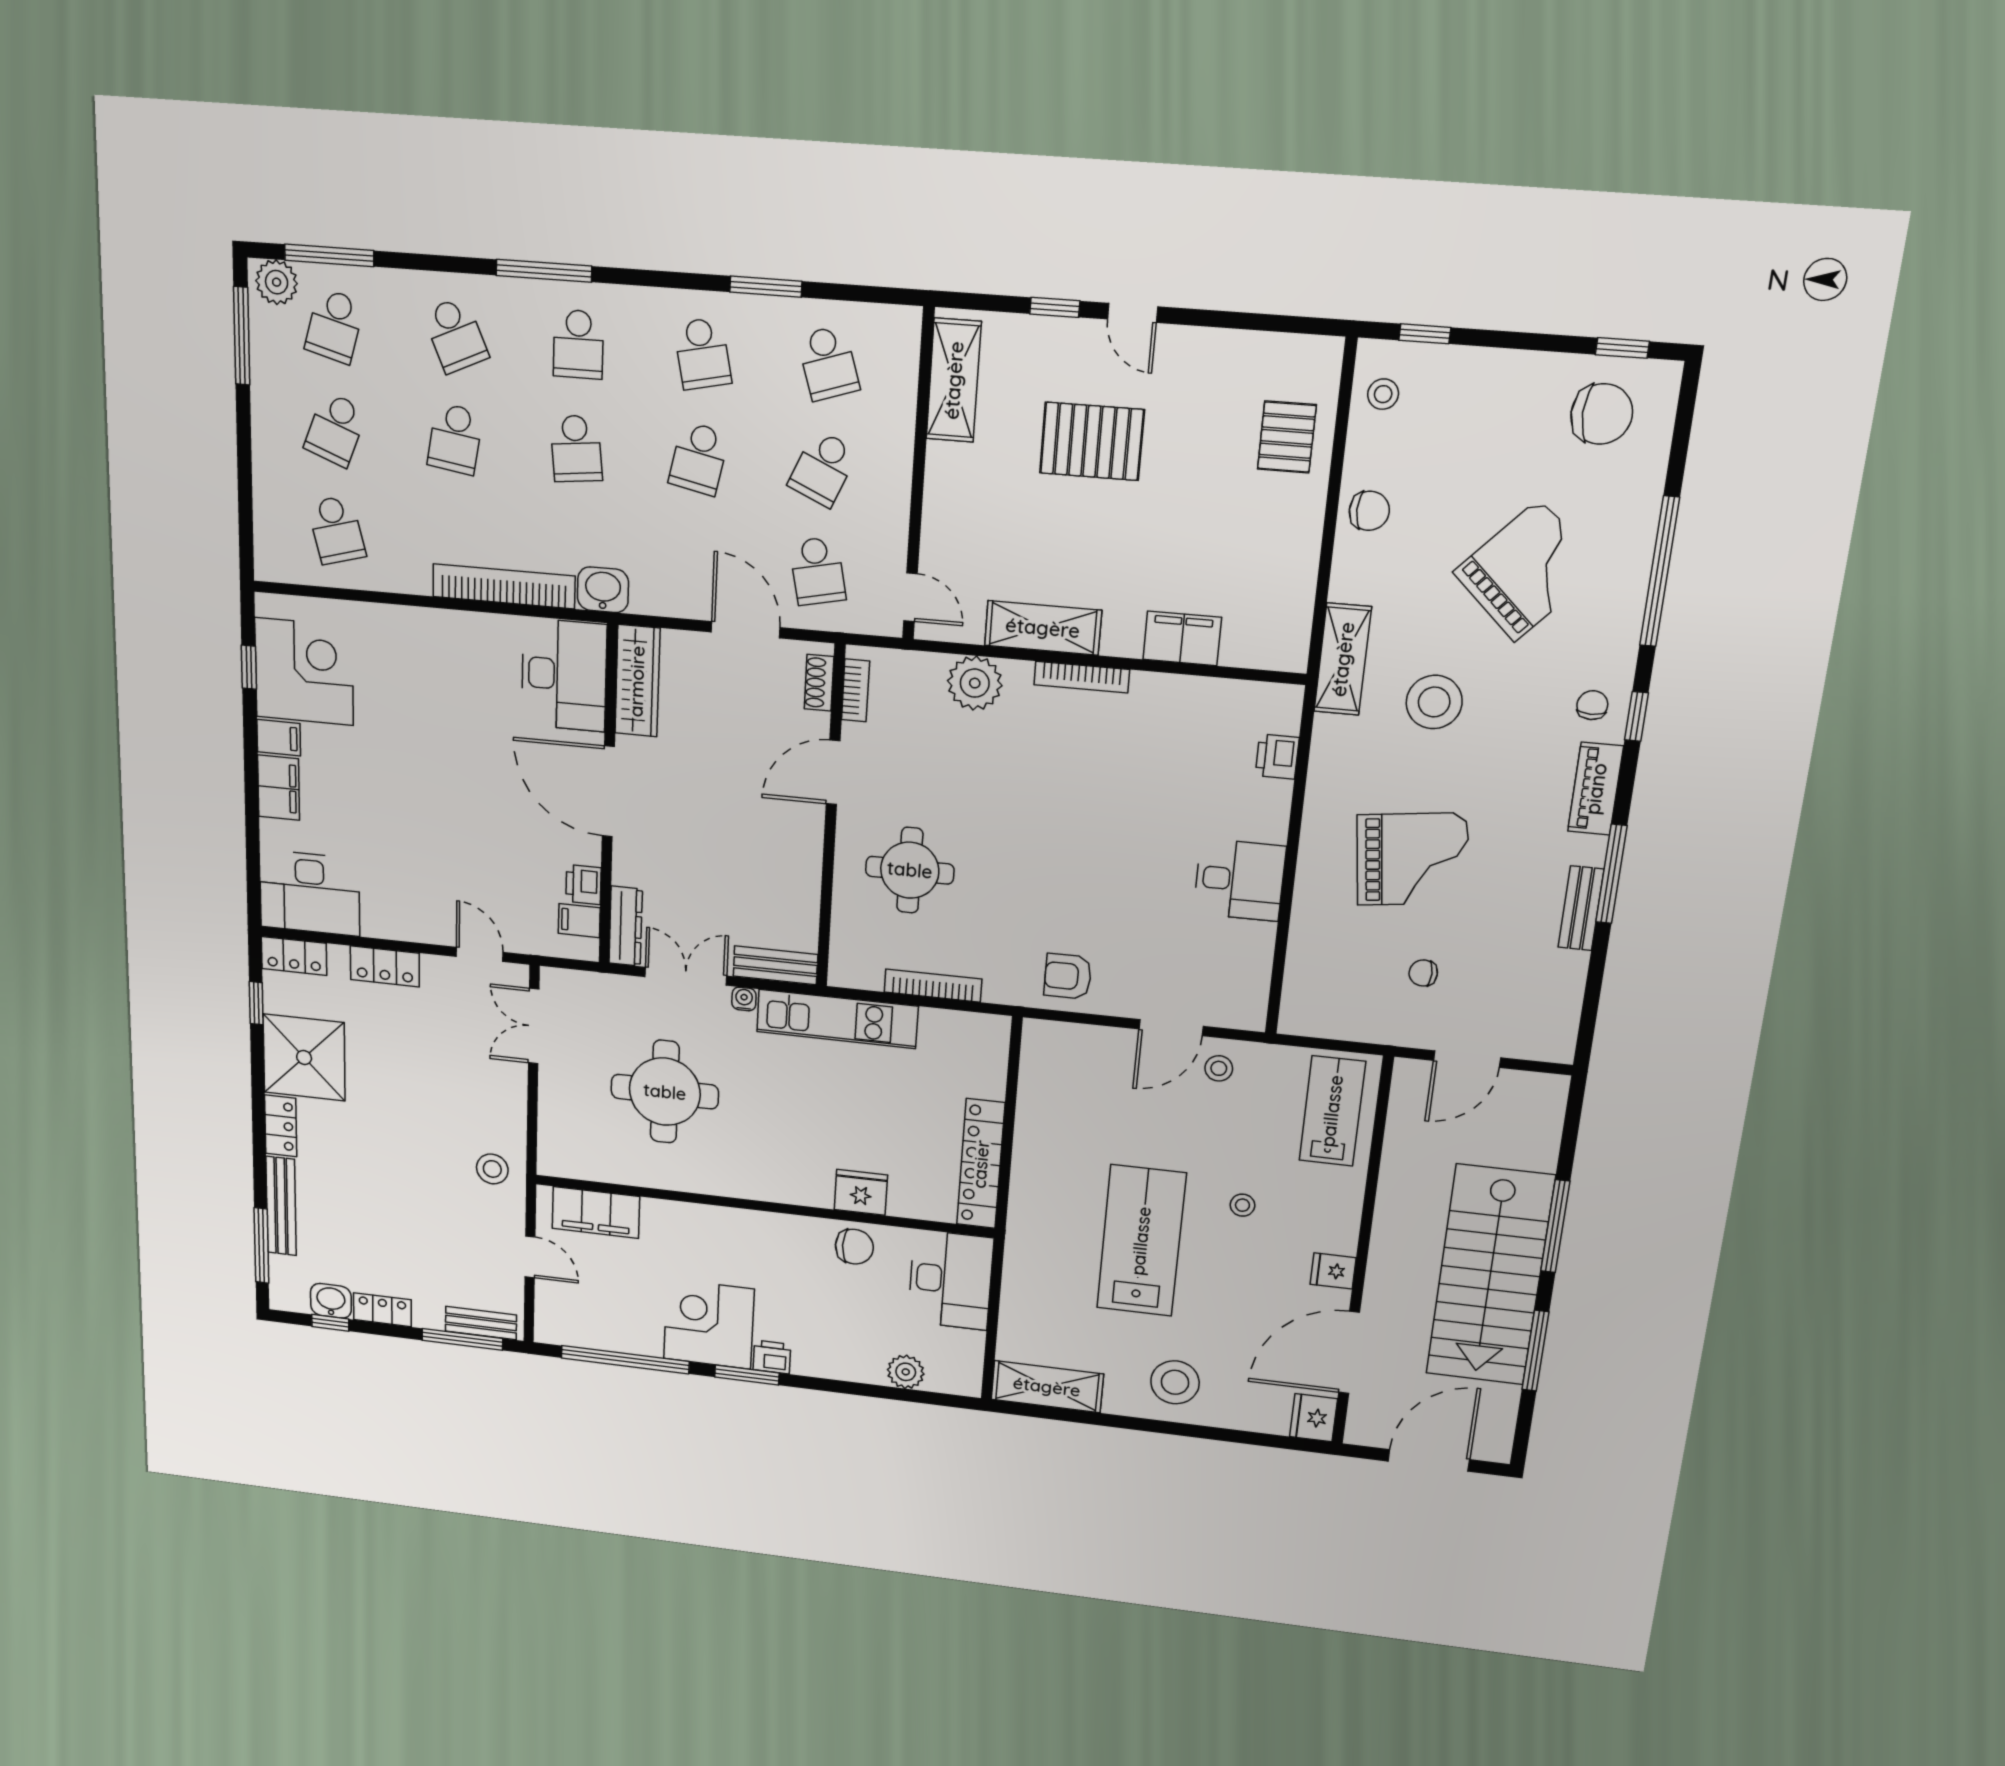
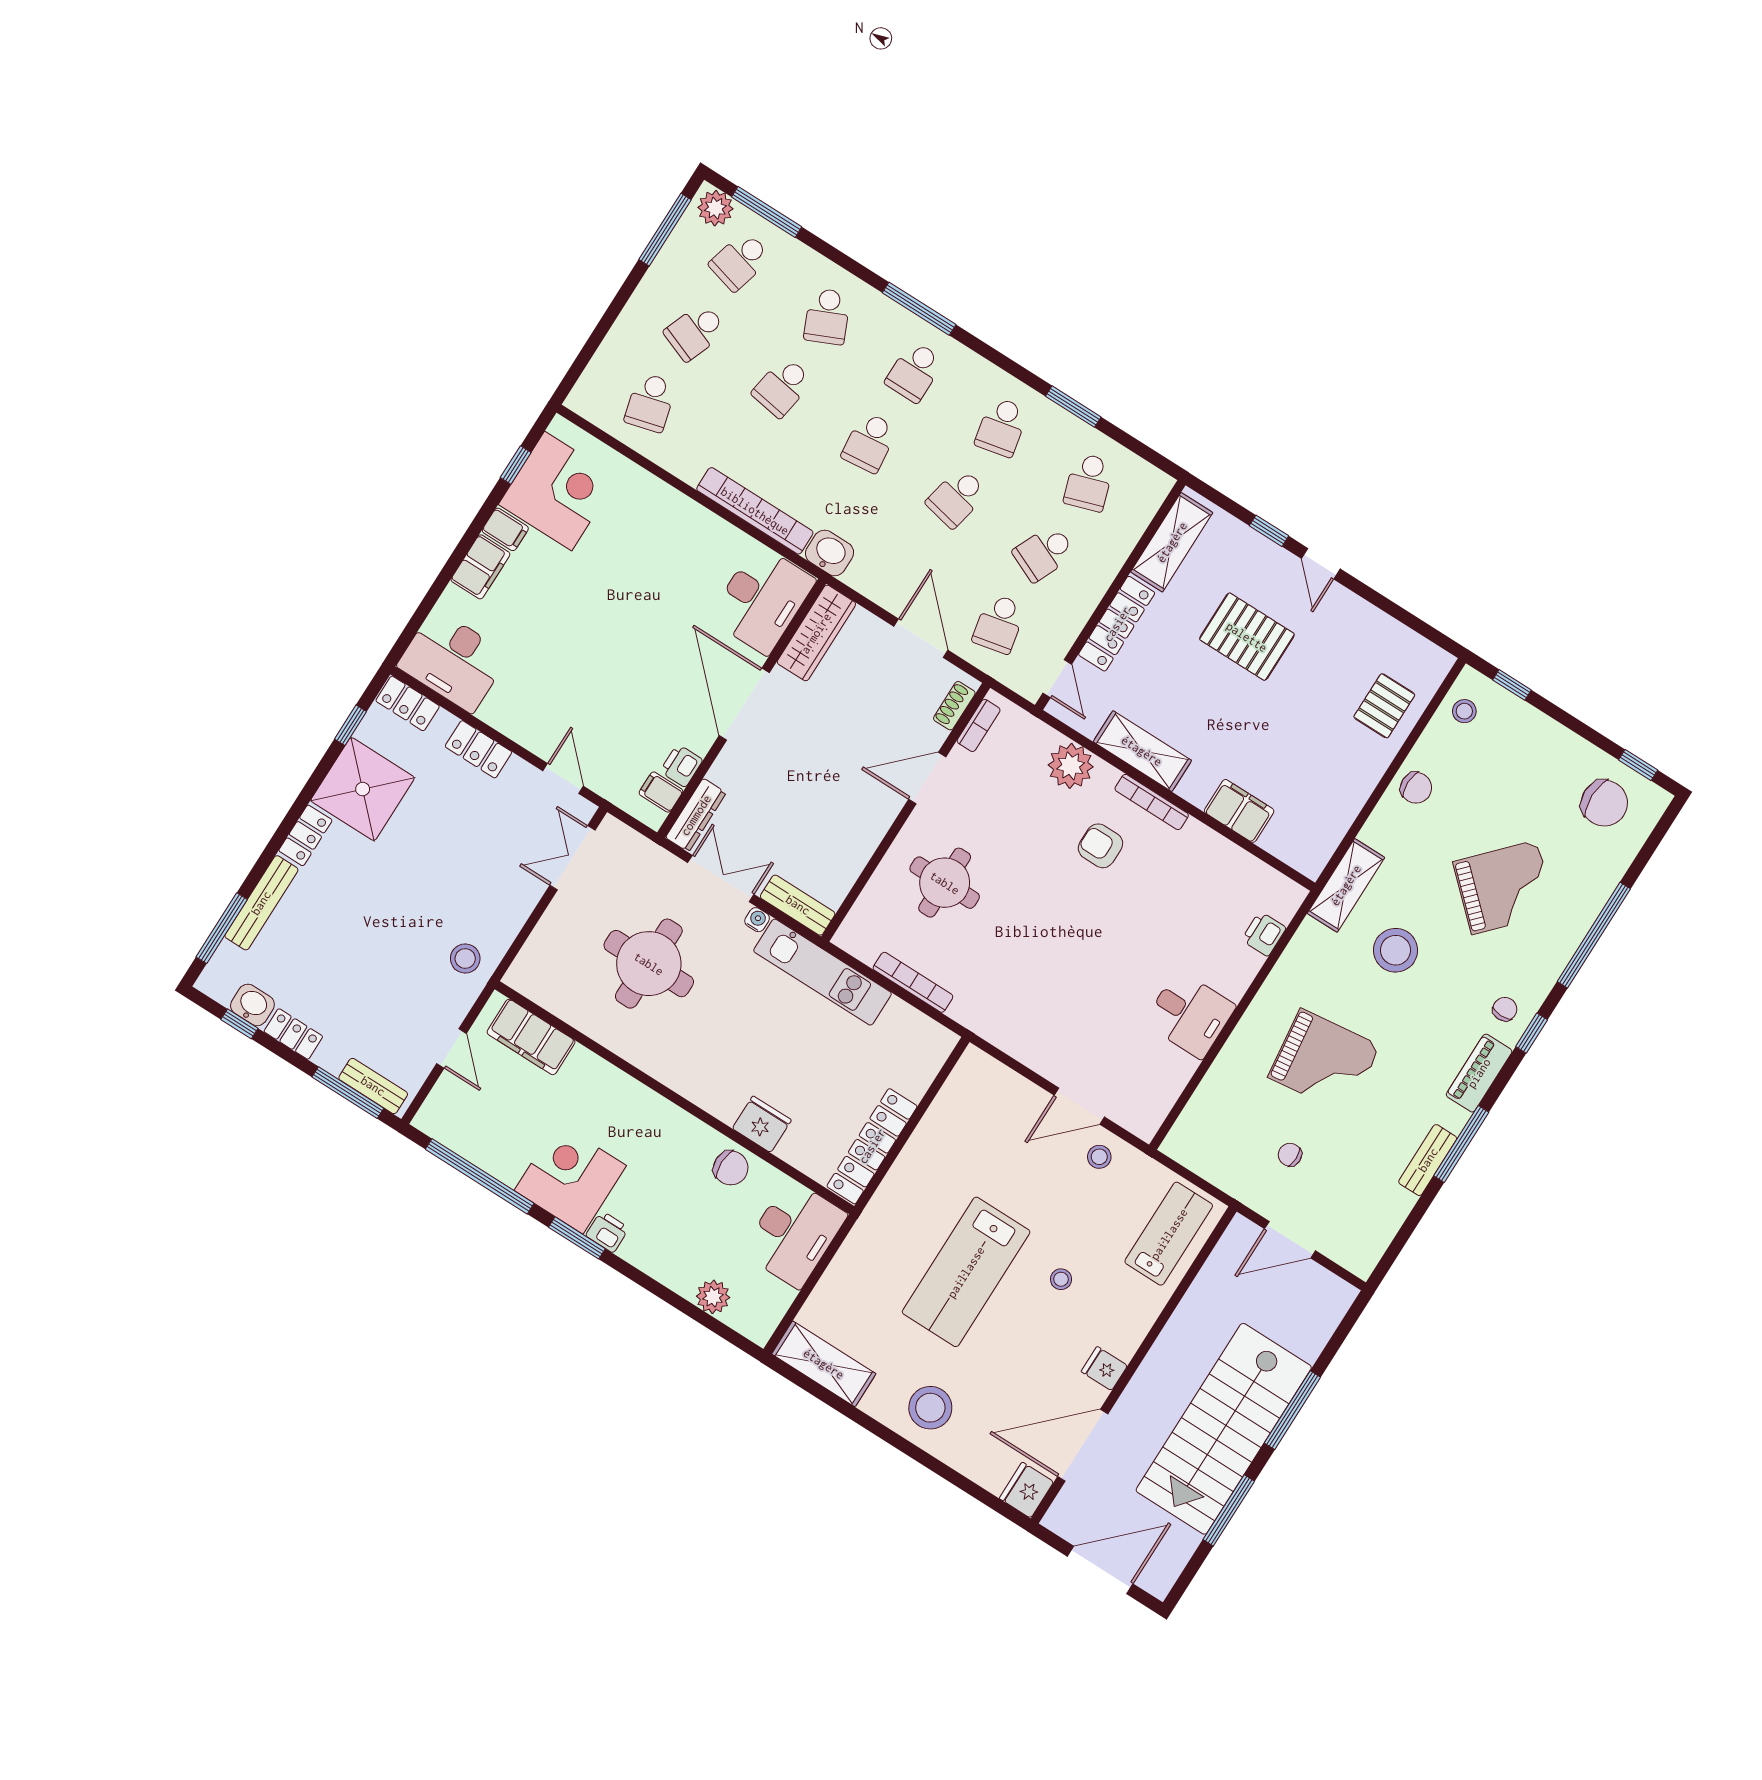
locker: (942, 504) -> (1117, 624), added
armchair: (1068, 976) -> (1100, 846), moved
lab bench: (1141, 1241) -> (966, 1272), turned 180

